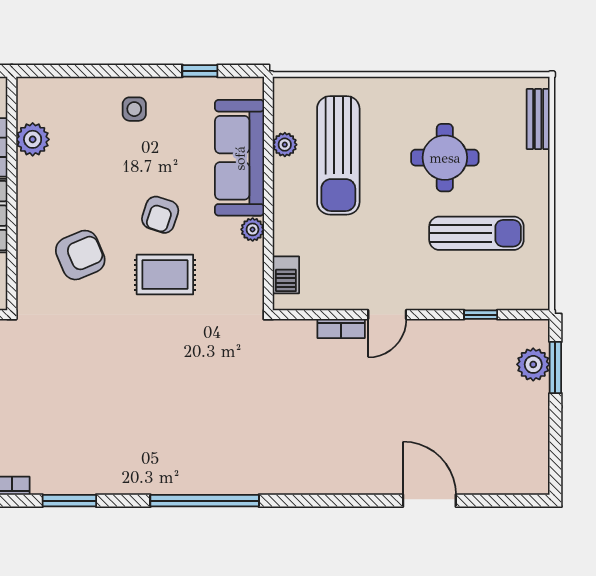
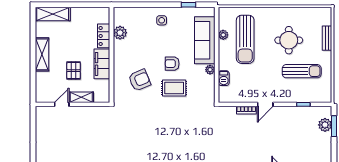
bench: (538, 119) -> (327, 38), moved
armchair: (160, 215) -> (172, 64), turned 72
barbecue: (286, 275) -> (224, 78), moved

